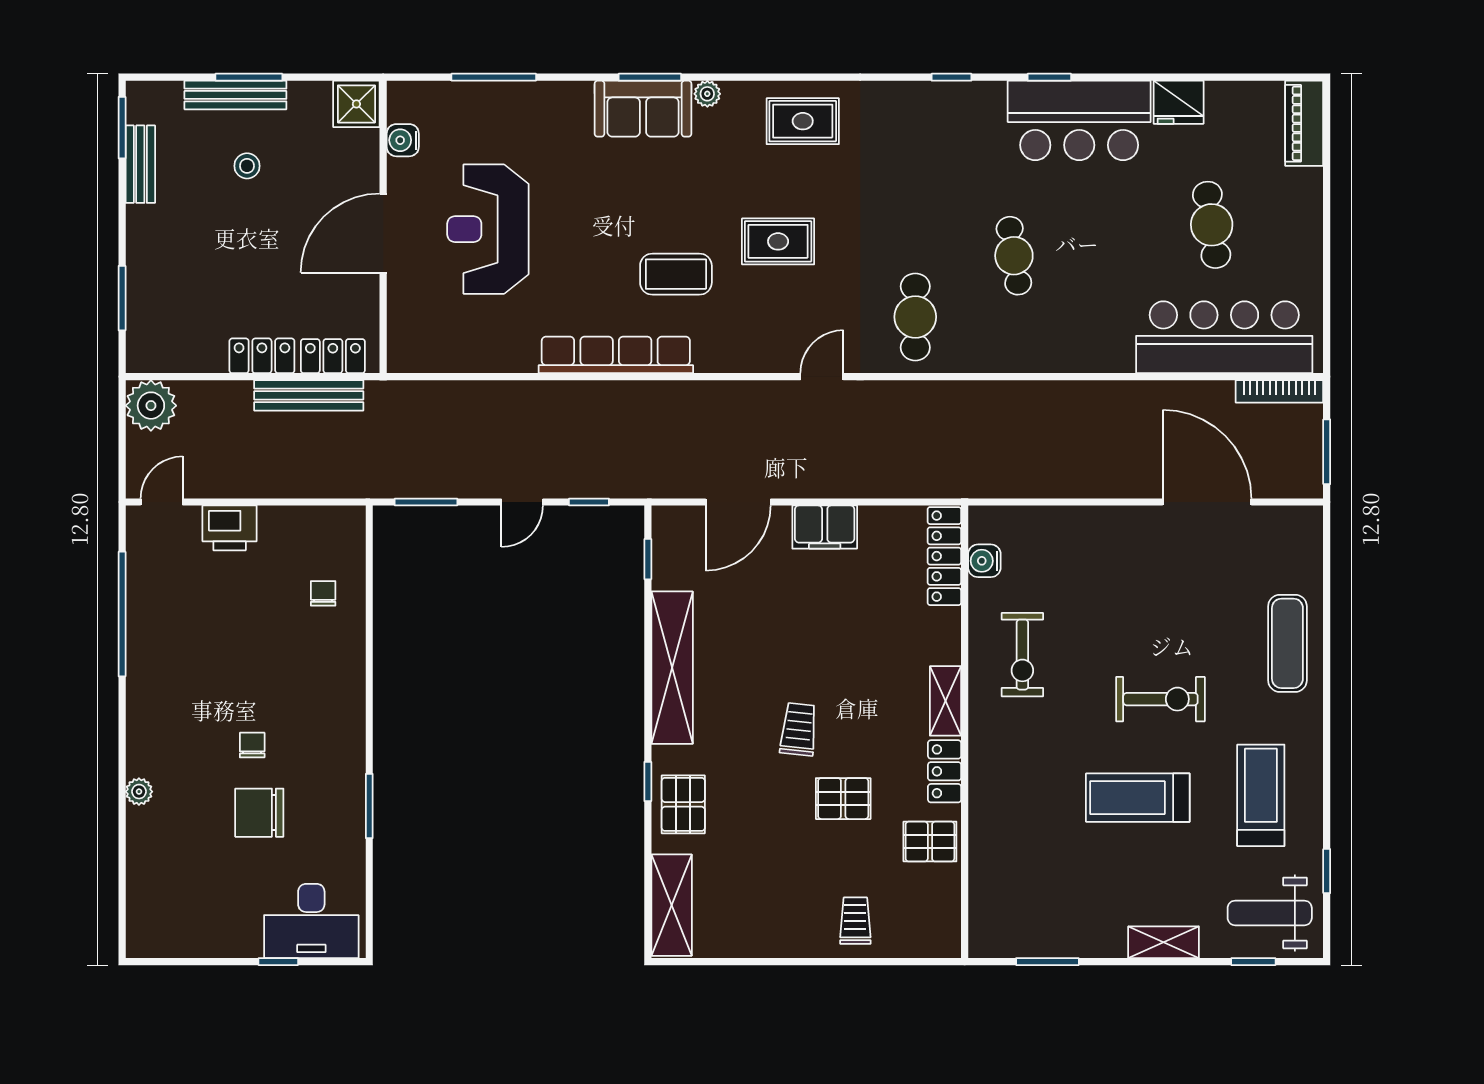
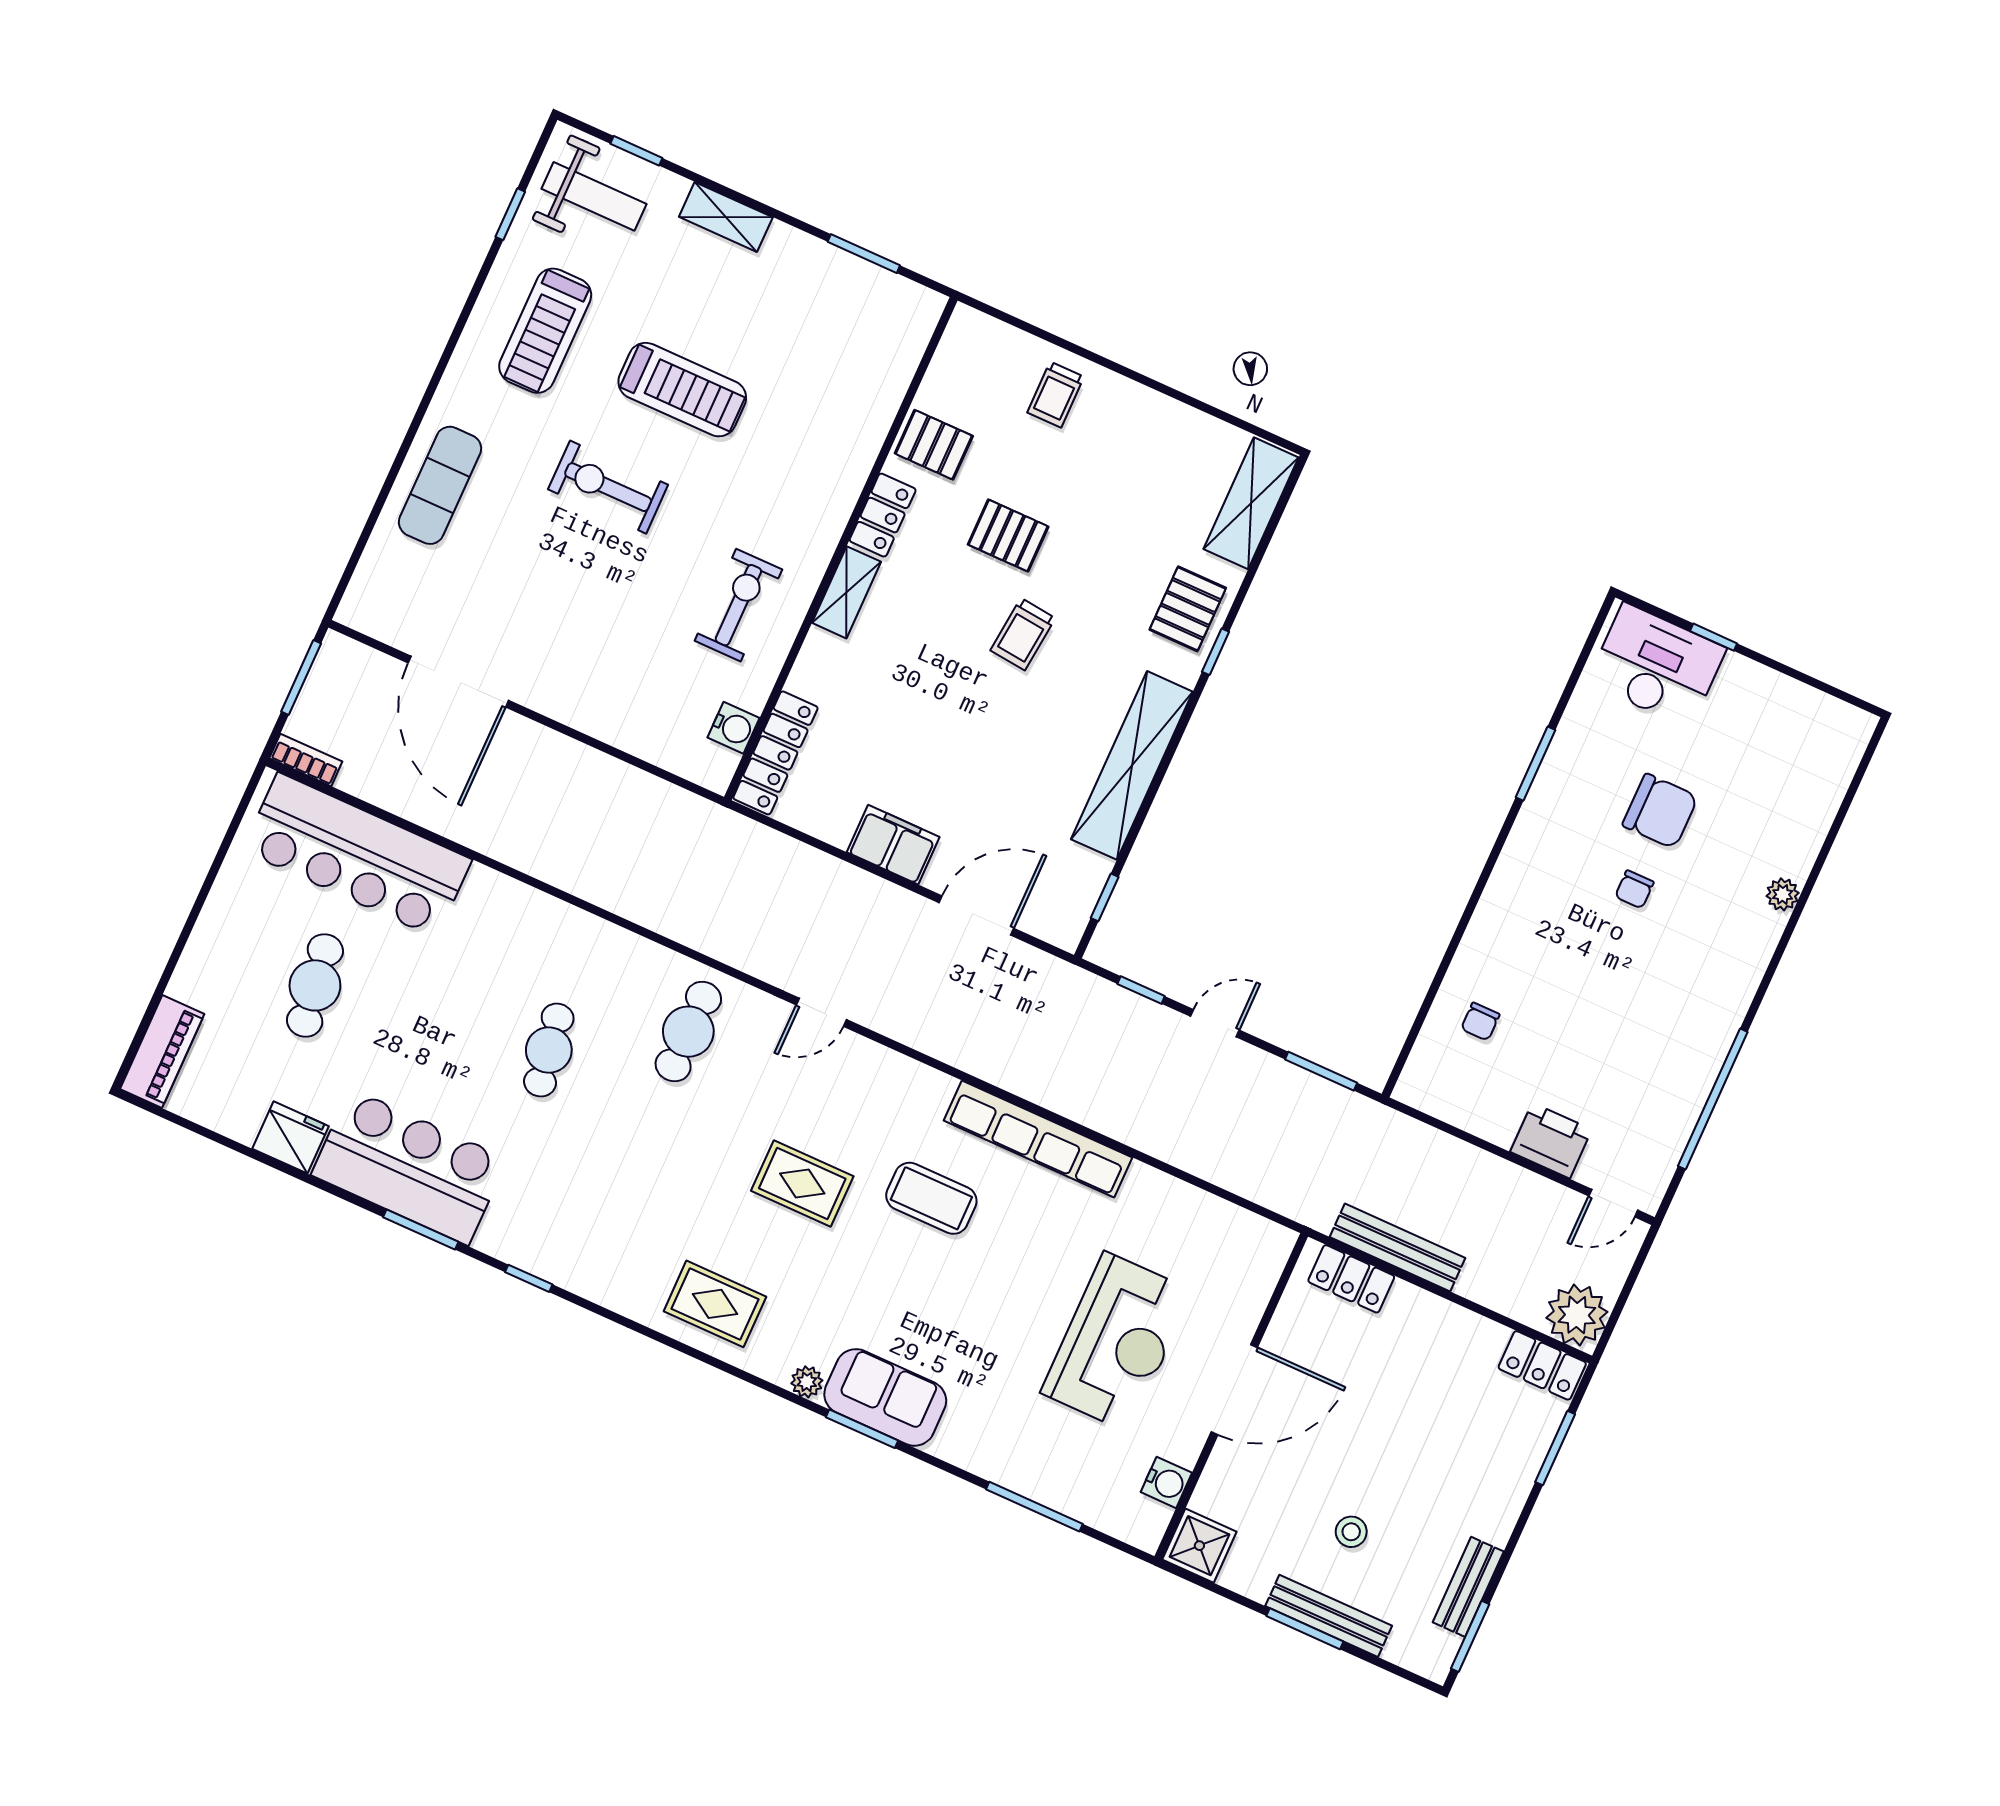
window: (1049, 77) -> (421, 1230), width x1.50
locker: (262, 356) -> (1542, 1365), moved
bookcase: (1279, 391) -> (306, 760), width x0.64

